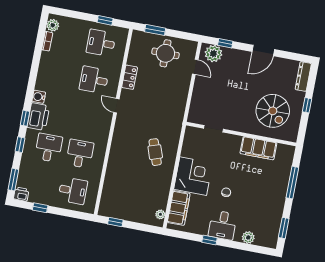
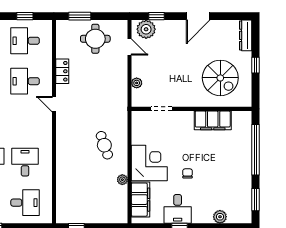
plant: (196, 101) -> (137, 83), added
window: (292, 183) -> (255, 150), width x1.46
plant: (160, 214) -> (122, 180), moved
desk: (223, 225) -> (178, 209), moved

